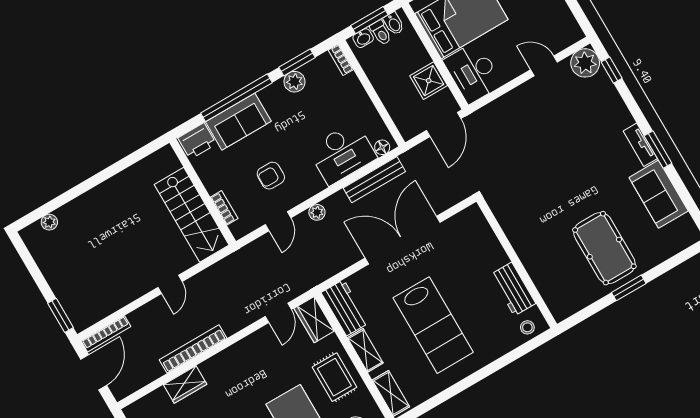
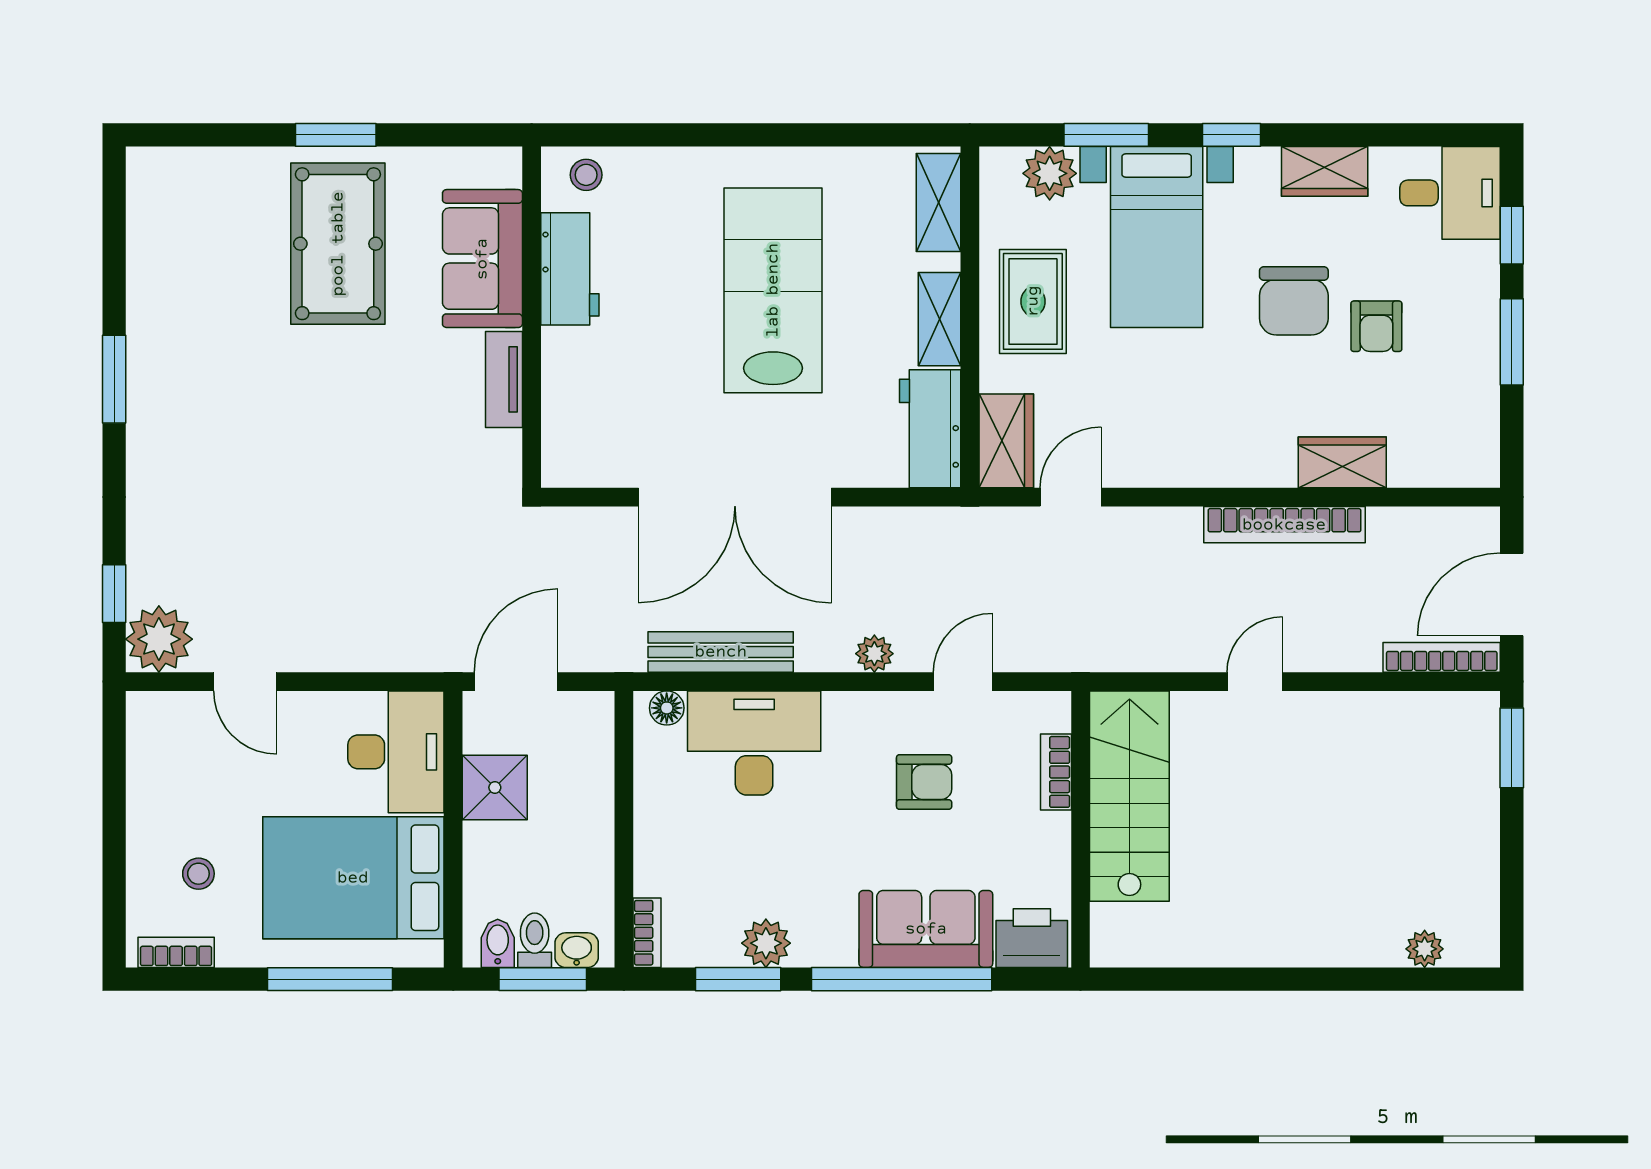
tv unit: (640, 145) -> (504, 379), moved, turned 180
sofa: (659, 194) -> (482, 259), moved, turned 180

